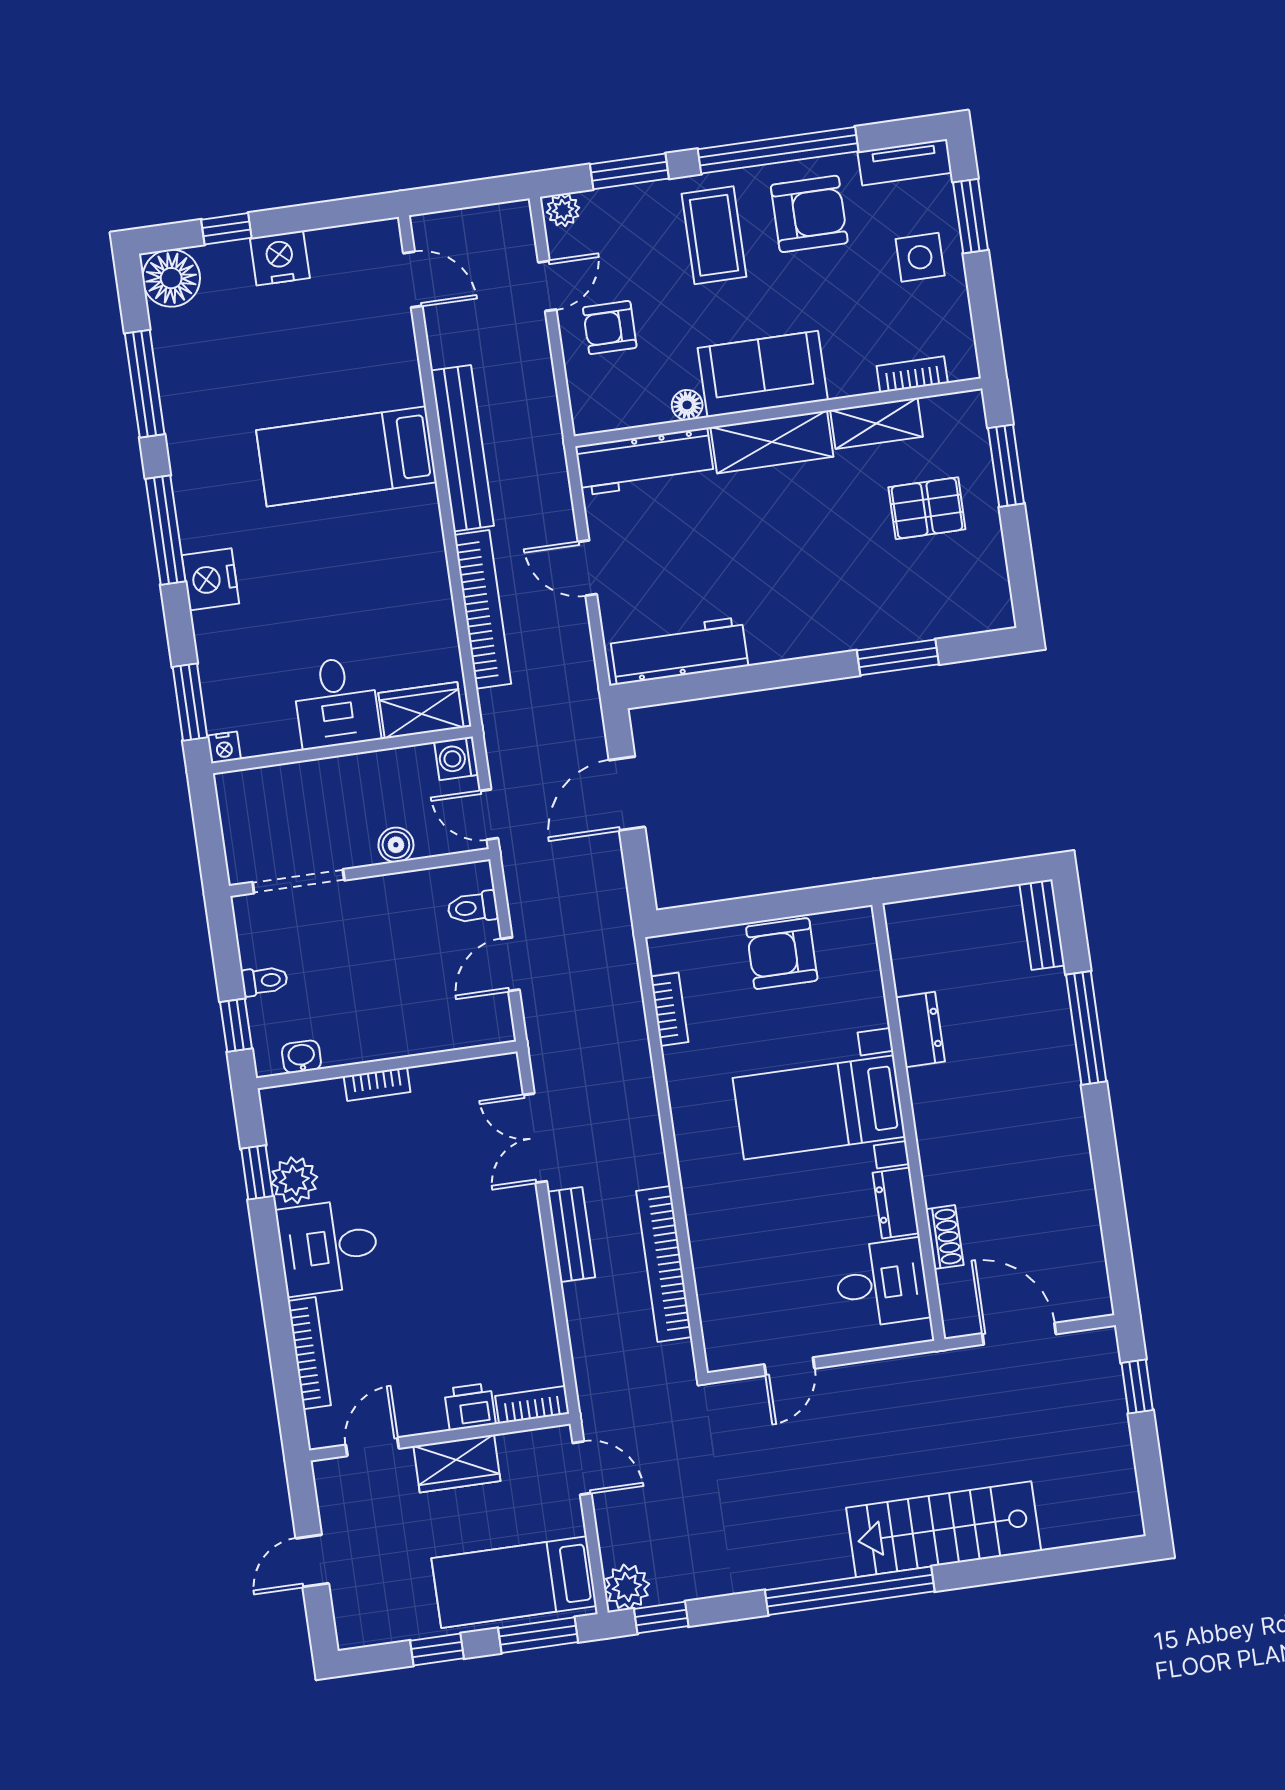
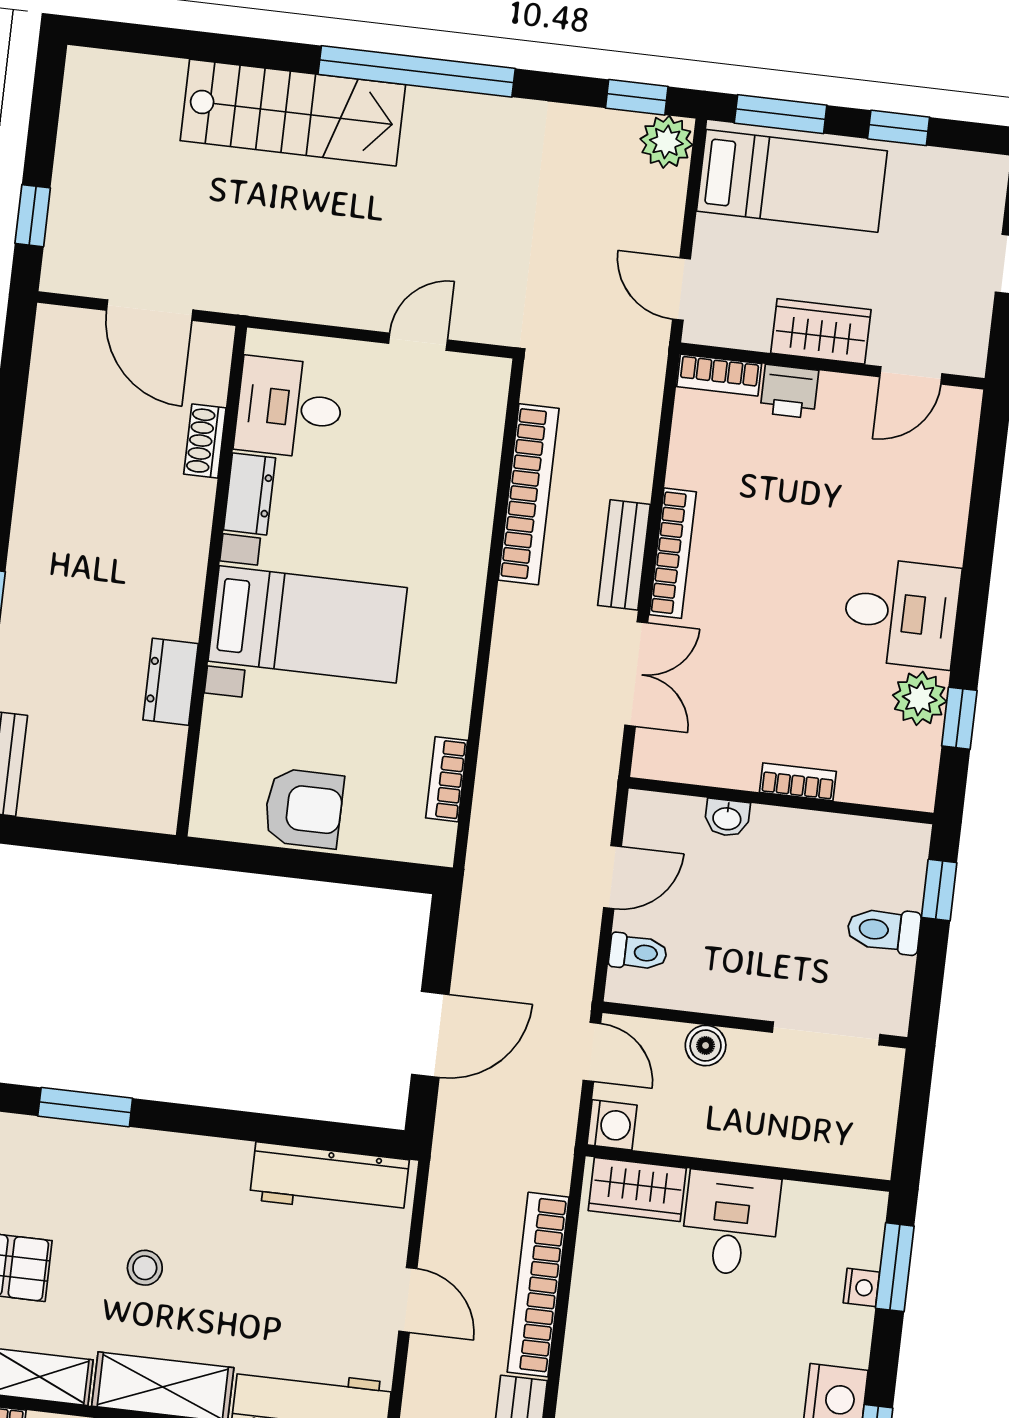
stool: (813, 537) -> (145, 1268), added
nightstand: (224, 747) -> (861, 1287), moved, turned 90
toilet: (265, 981) -> (884, 930), width x1.37, depth x1.39
washbasin: (301, 1057) -> (727, 818), moved
bookcase: (309, 1353) -> (673, 553), moved, turned 180

